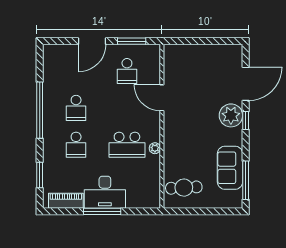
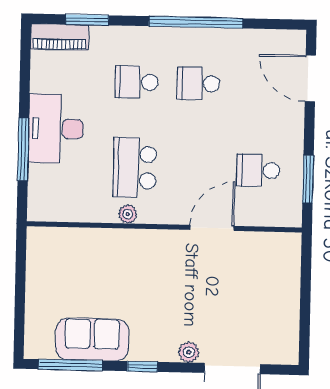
door: (92, 41) -> (310, 78), moved
plant: (231, 115) -> (189, 352), width x0.53, depth x0.53
window: (246, 120) -> (142, 367), moved
cafe table: (184, 188) -> (61, 261), removed
piano: (66, 201) -> (60, 37), moved, turned 90
window: (102, 211) -> (23, 149), moved

